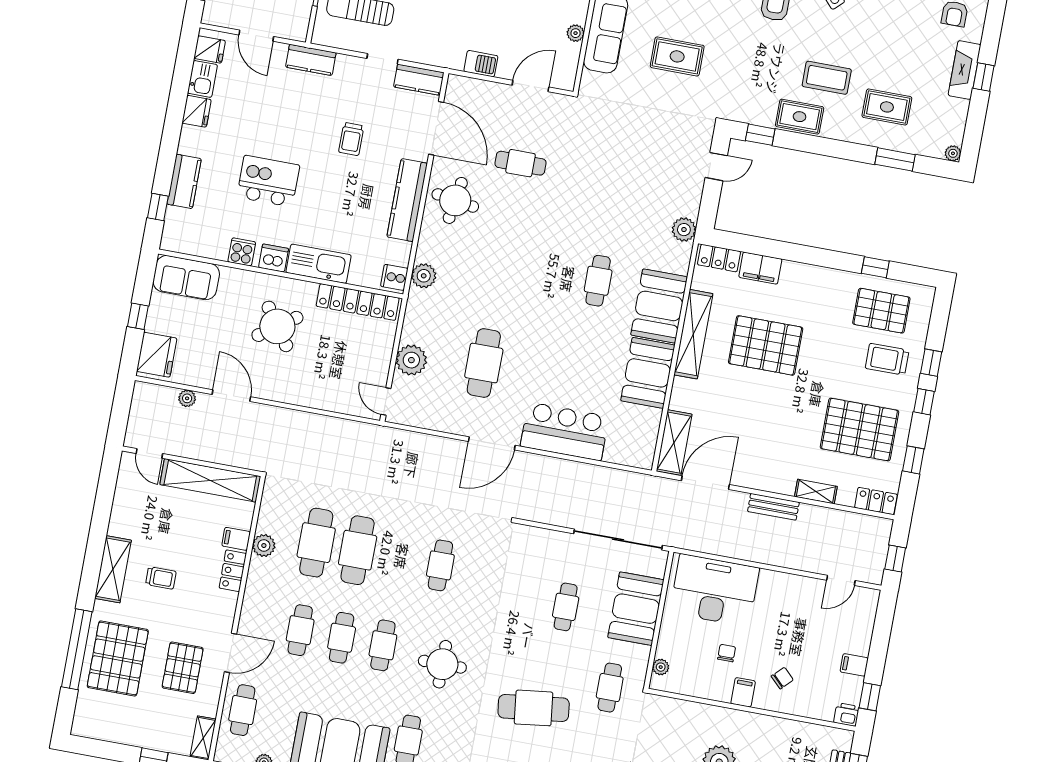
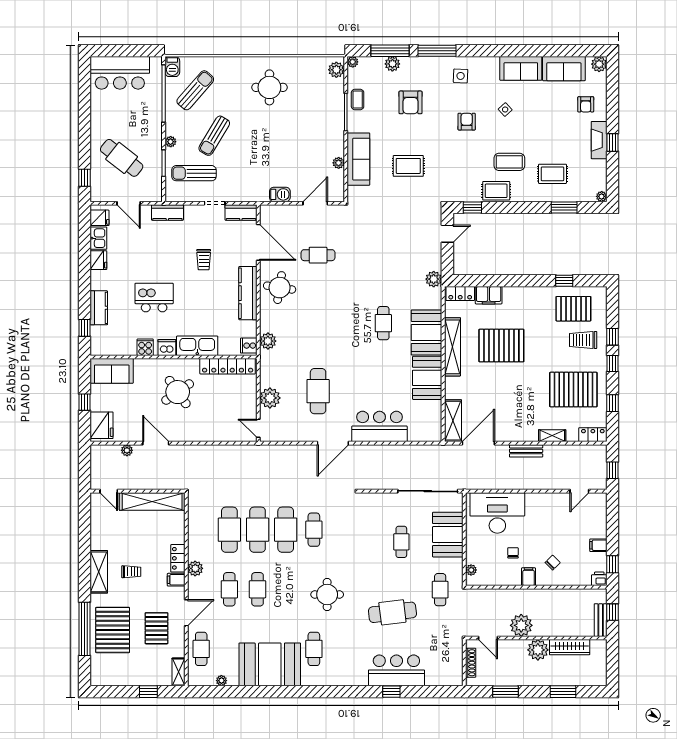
filing cabinet: (236, 539) -> (176, 580), moved
plant: (264, 546) -> (195, 568), moved
cafe table: (383, 645) -> (286, 530), moved, width x1.37, depth x1.35

